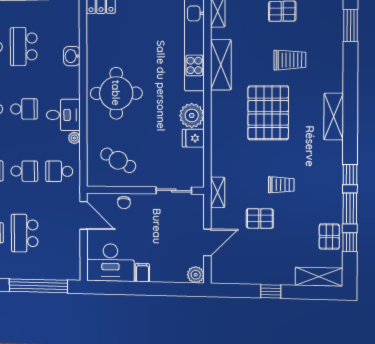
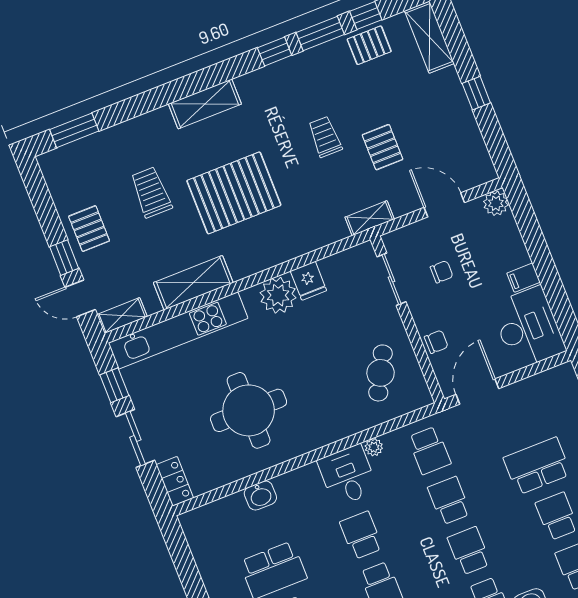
round table: (116, 93) -> (249, 410), moved
chair: (166, 224) -> (442, 272), added
school desk: (25, 233) -> (537, 466), turned 180

